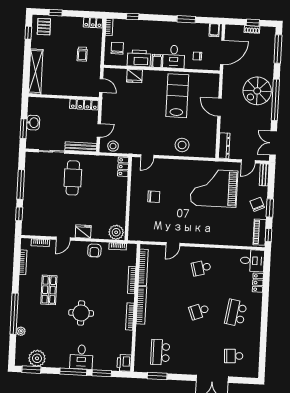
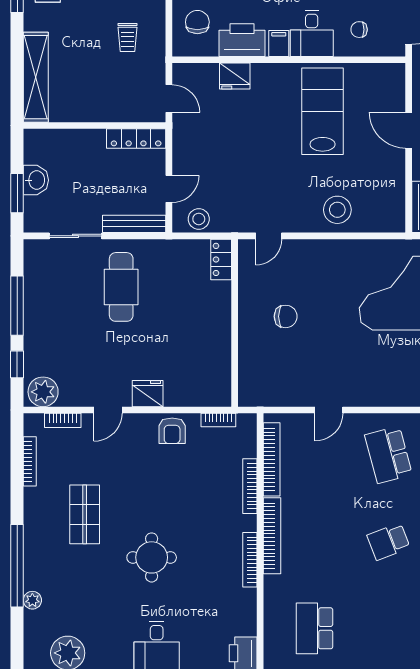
plant: (116, 232) -> (43, 392), moved
school desk: (201, 268) -> (388, 455), width x1.85

